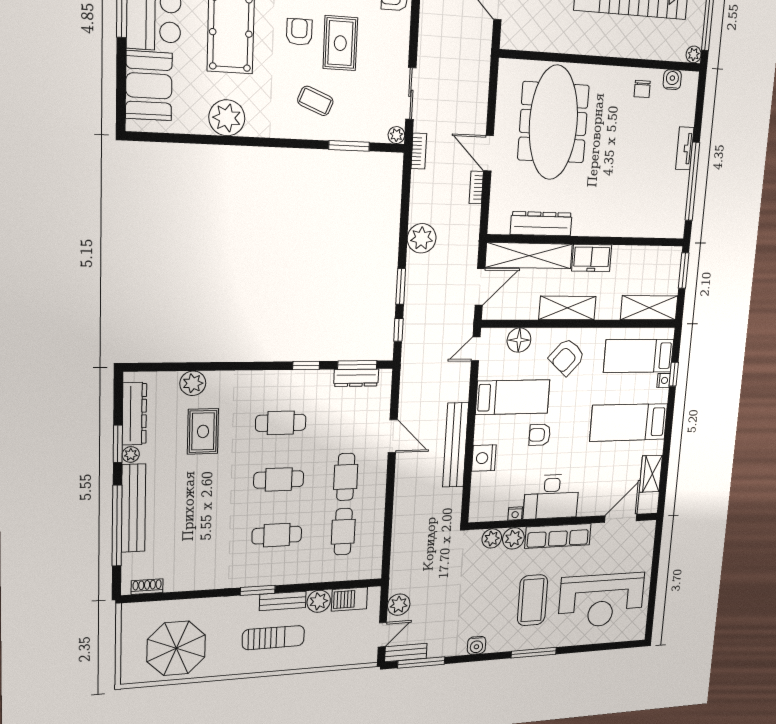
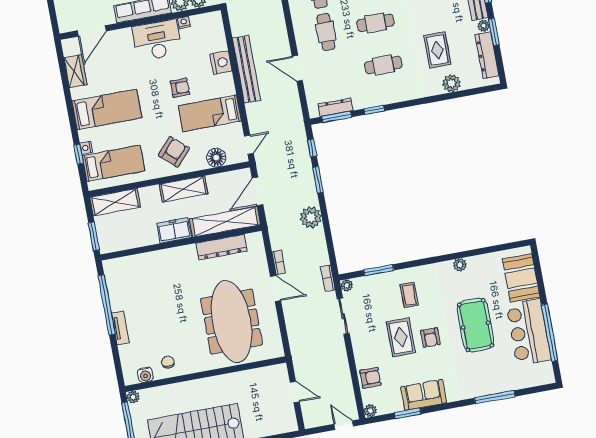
coffee table: (315, 101) -> (409, 295), turned 68
plant: (227, 118) -> (460, 265), width x0.53, depth x0.53

